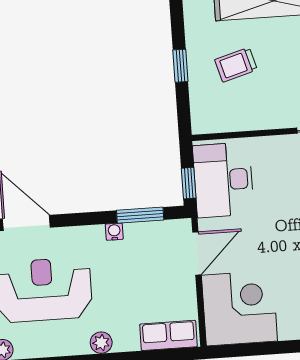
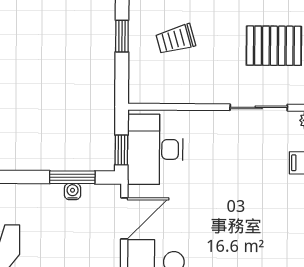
water cooler: (114, 232) -> (73, 191), moved

